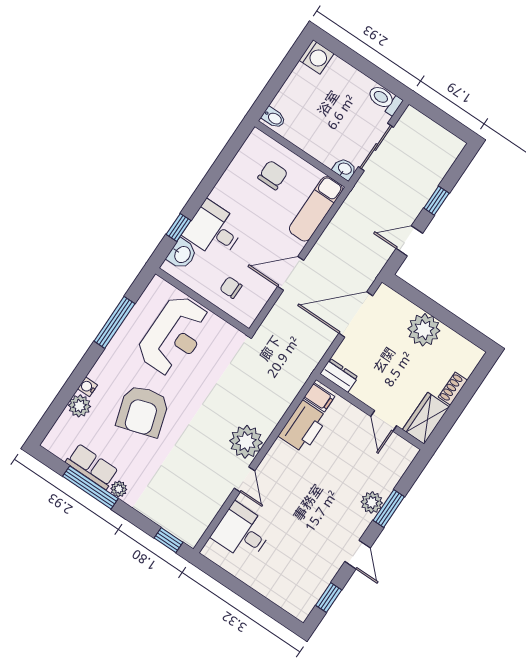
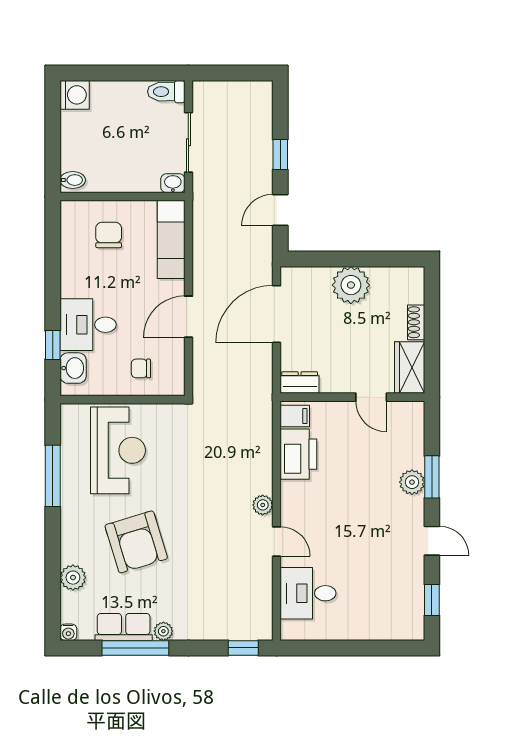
water cooler: (87, 387) -> (68, 632), moved, turned -90
plant: (246, 442) -> (263, 505), width x0.53, depth x0.53

